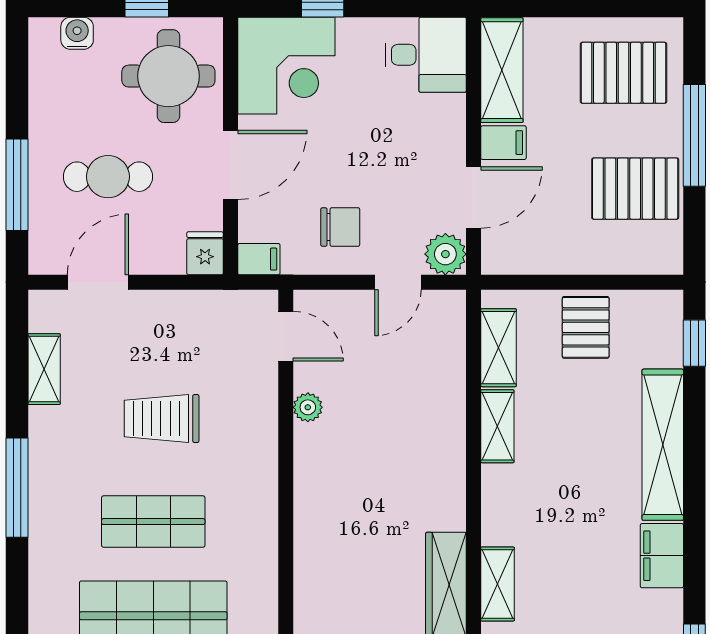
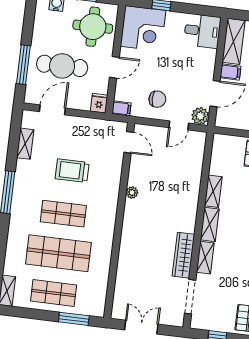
door: (231, 165) -> (114, 67), width x0.73
cafe table: (108, 177) -> (62, 66), width x1.37, depth x1.35
shelving: (498, 348) -> (210, 224), moved
plant: (308, 407) -> (132, 192), moved

